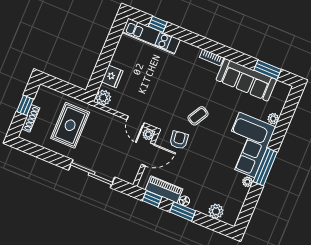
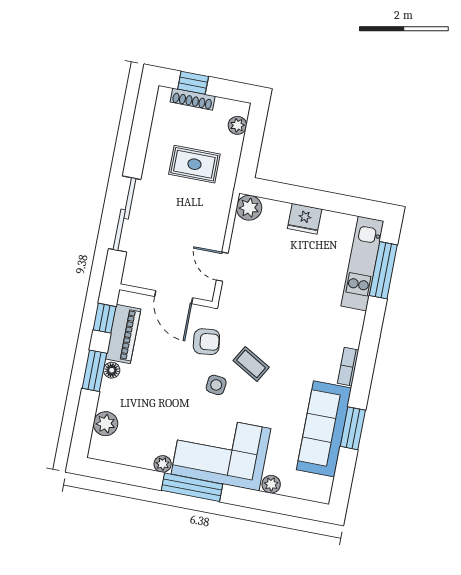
window: (158, 24) -> (383, 270), width x2.17
window: (267, 70) -> (353, 428), moved
fridge: (112, 76) -> (305, 219), moved
window: (25, 105) -> (193, 83), moved
door: (136, 121) -> (222, 267), hinge flipped
rug: (70, 125) -> (194, 164), width x0.73, depth x0.70
plant: (148, 134) -> (237, 125), moved
side table: (206, 140) -> (216, 385), added

